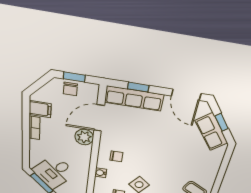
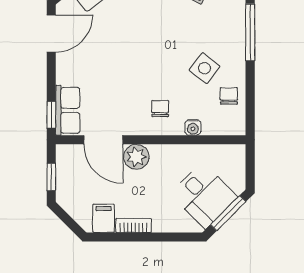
window: (138, 87) -> (51, 115), moved
chair: (70, 89) -> (68, 181), removed
row of seats: (134, 99) -> (68, 110), width x0.68

